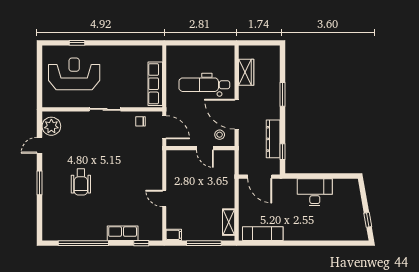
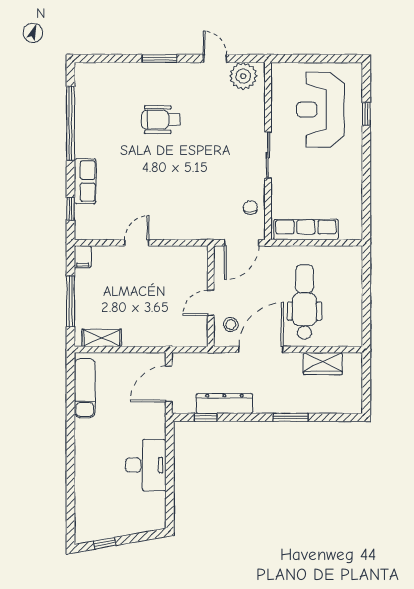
reception desk: (74, 74) -> (320, 110), turned 180

